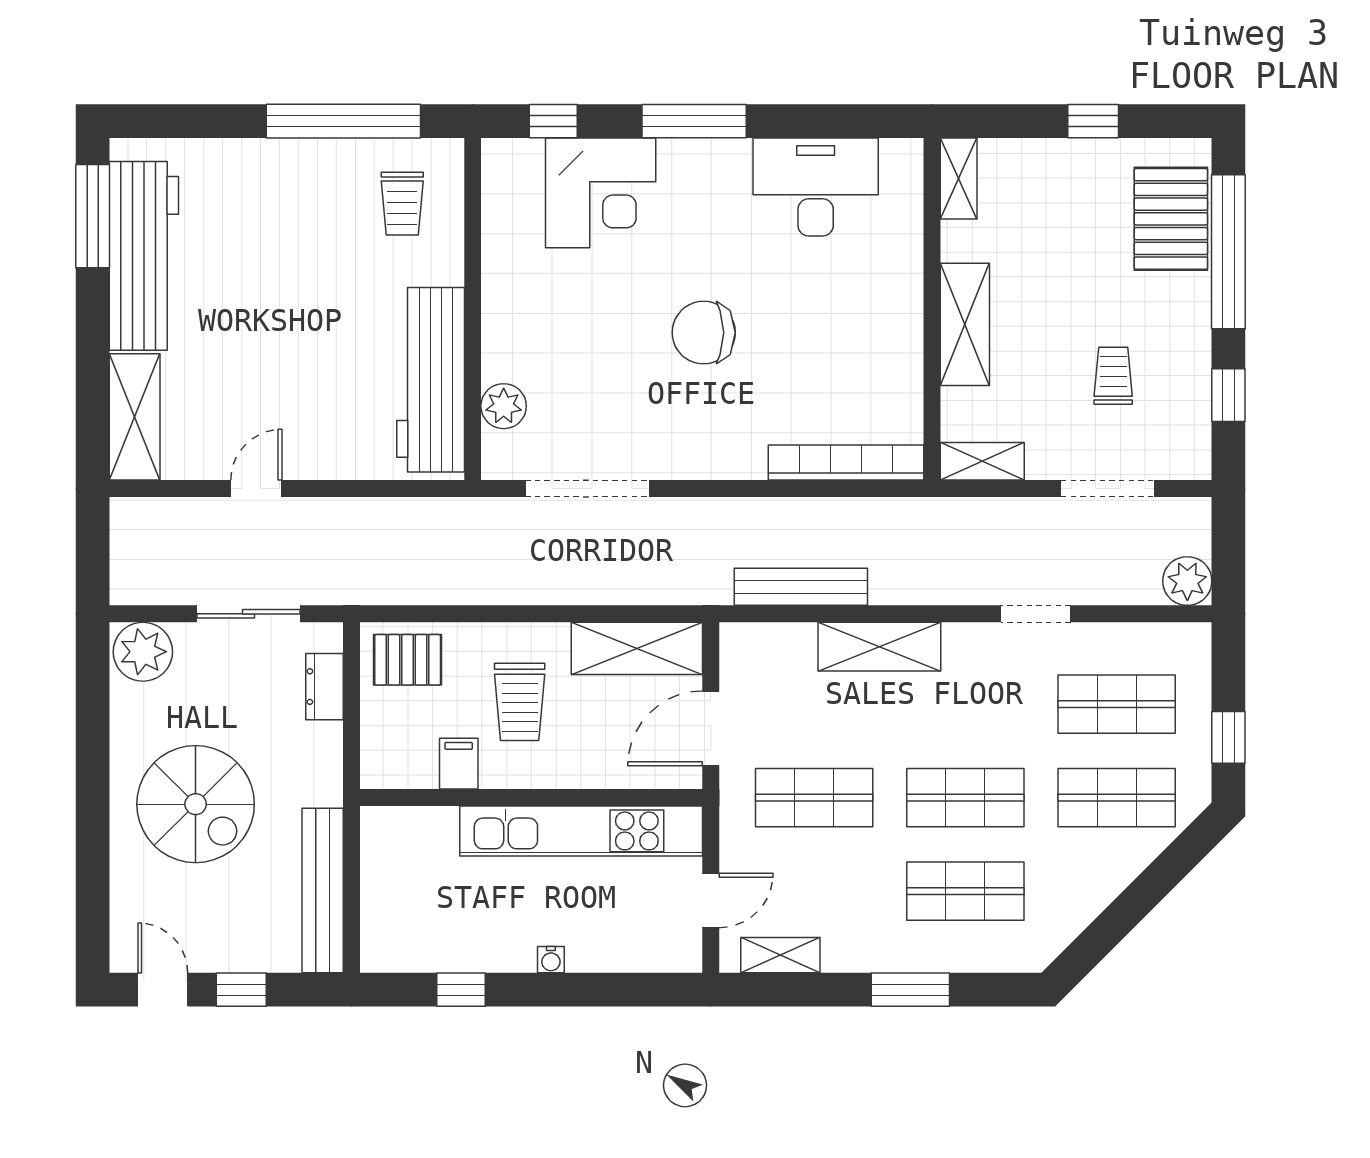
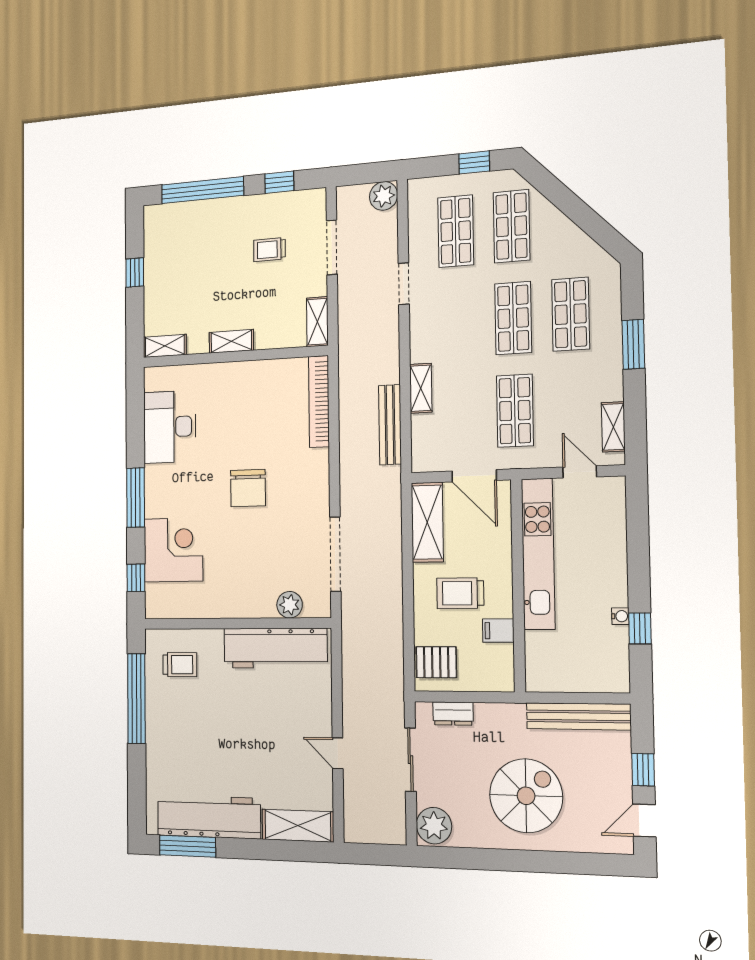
pallet: (1171, 219) -> (185, 224), removed
shelving: (965, 324) -> (231, 341), width x0.67, depth x0.75
shelving: (879, 647) -> (421, 388), width x0.67, depth x0.75
pallet: (408, 660) -> (436, 662), turned 90
trolley: (520, 702) -> (460, 593), turned 180
water cooler: (551, 960) -> (620, 616), moved

